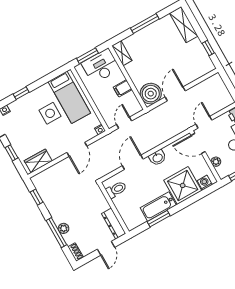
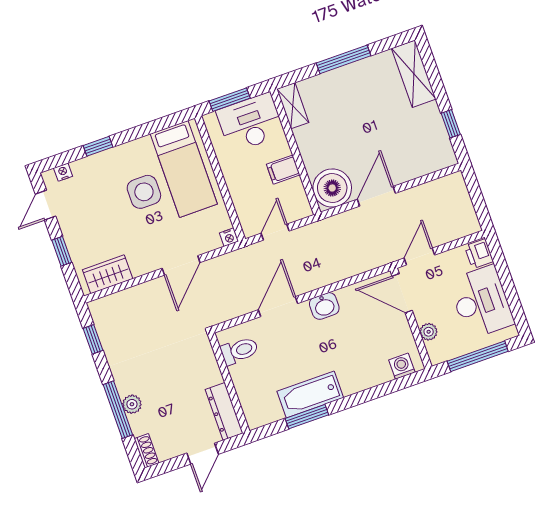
shower: (183, 185) -> (361, 364), removed

